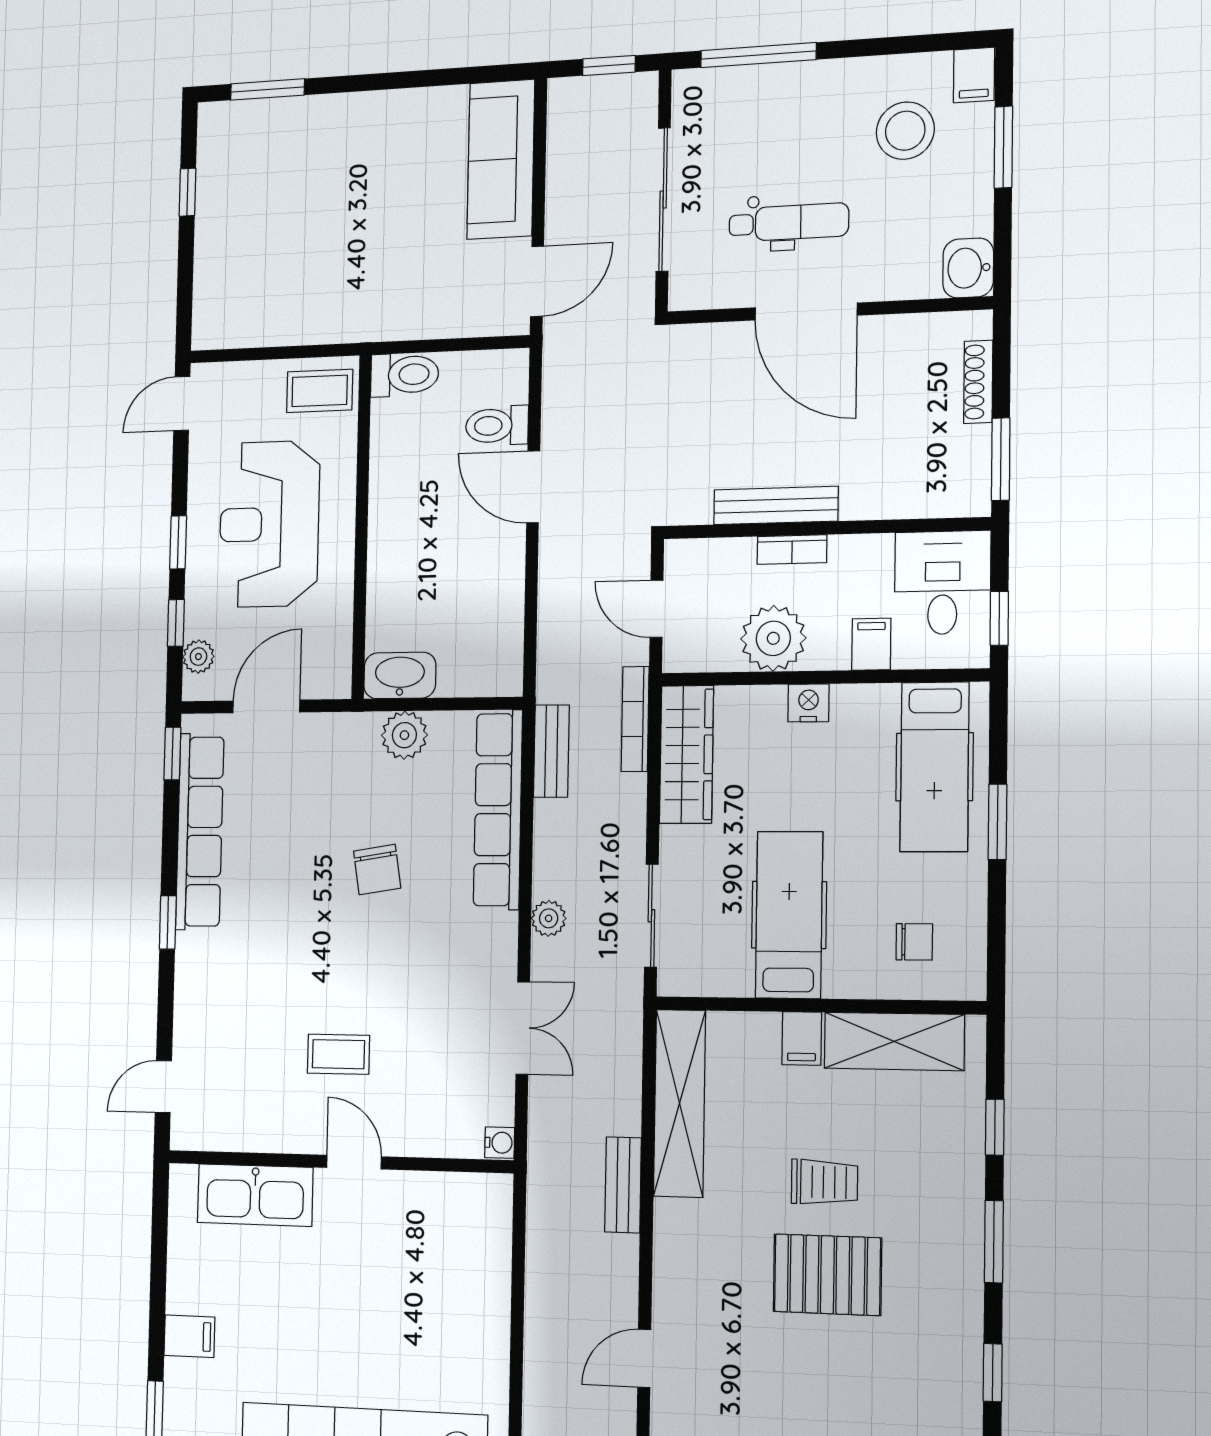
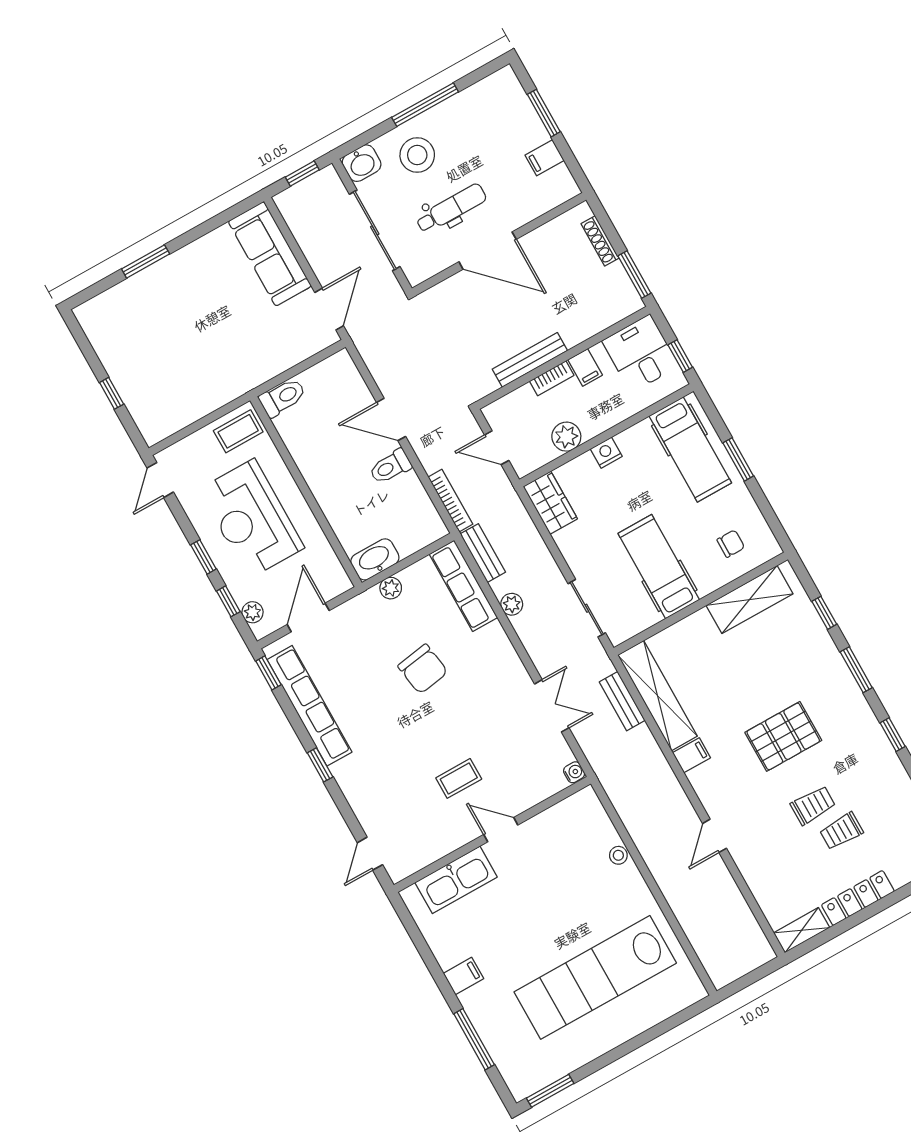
window: (758, 55) -> (425, 105), moved
filing cabinet: (974, 75) -> (545, 158), moved, turned 90
window: (267, 89) -> (146, 261), moved
stool: (905, 131) -> (417, 155), moved
window: (187, 192) -> (112, 393), moved
washbasin: (968, 268) -> (362, 163), moved, turned -90
toilet: (497, 426) -> (390, 467), moved
plant: (773, 638) -> (566, 437), width x0.73, depth x0.73
filing cabinet: (871, 644) -> (585, 367), moved, turned 180
bookcase: (635, 719) -> (450, 501), moved, turned 180
plant: (404, 735) -> (391, 588), width x0.73, depth x0.73
wardrobe: (686, 754) -> (550, 503), width x0.67
row of seats: (498, 810) -> (463, 586), width x0.73
chair: (377, 870) -> (423, 669), width x1.37, depth x1.37
plant: (549, 918) -> (512, 604), moved
filing cabinet: (802, 1038) -> (692, 755), moved, turned -90
trolley: (824, 1182) -> (813, 805), moved
bench: (623, 1185) -> (622, 701), moved
stool: (493, 1301) -> (618, 855), added

